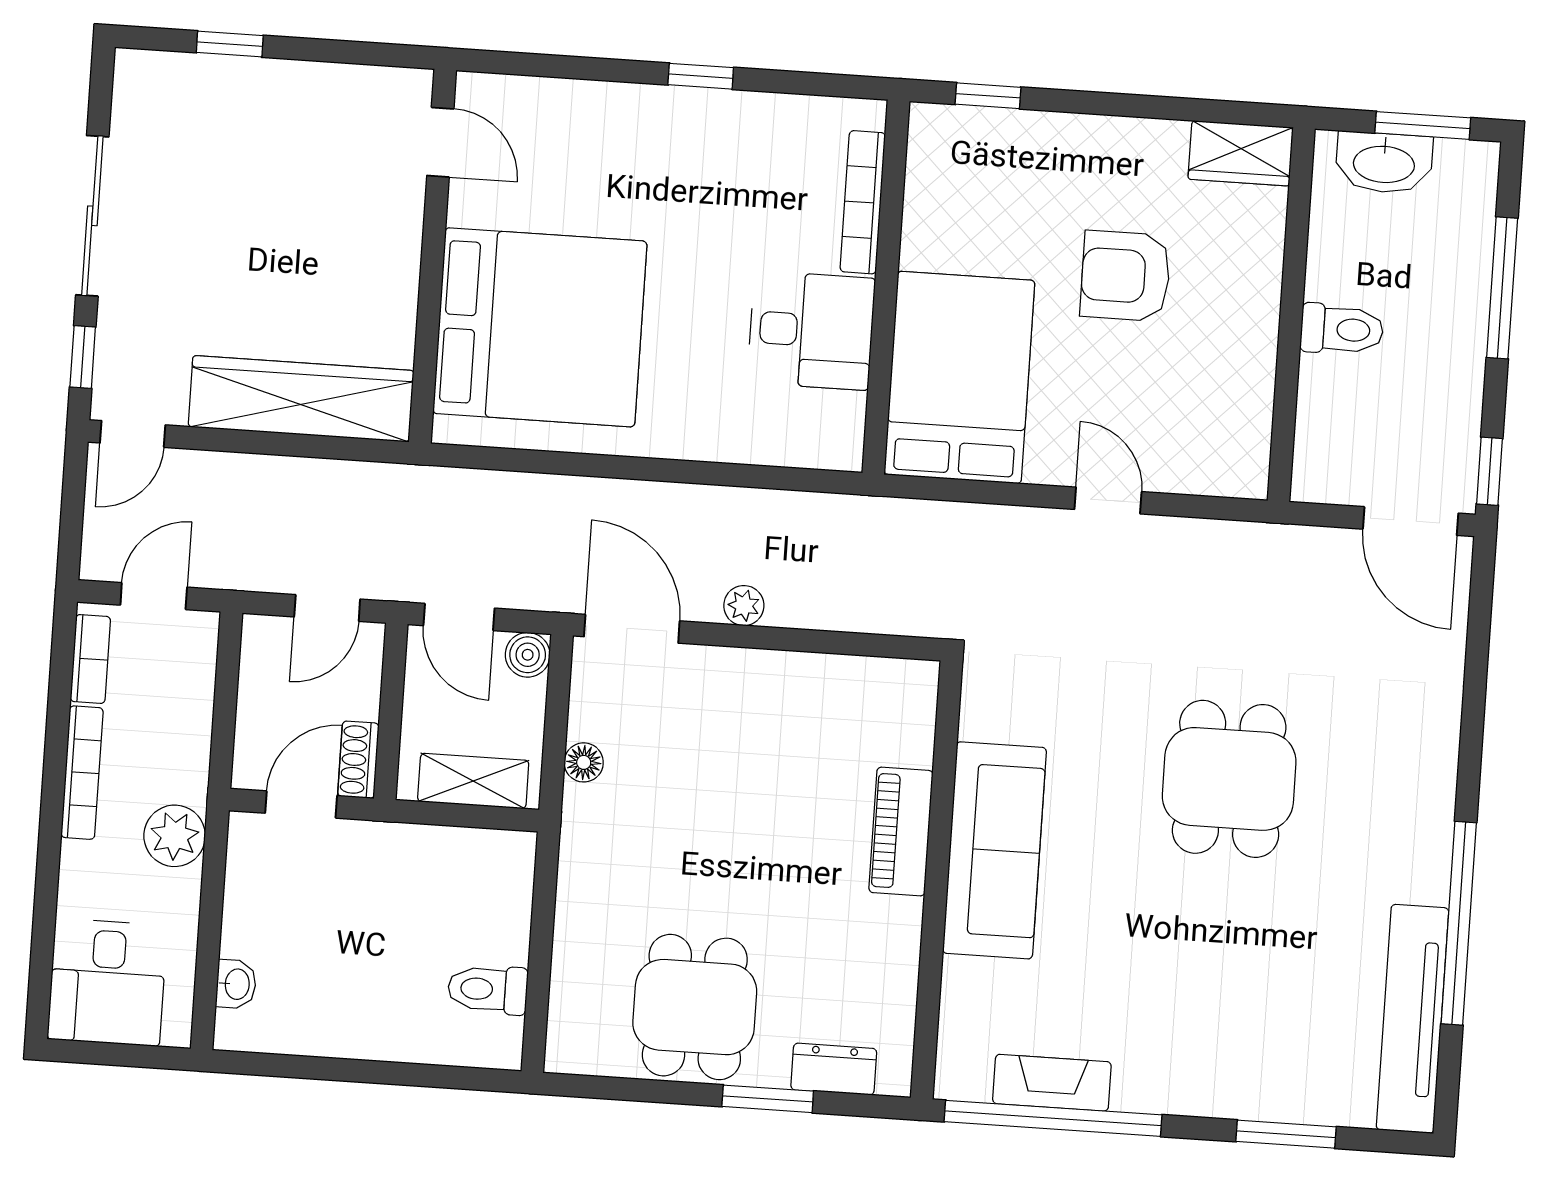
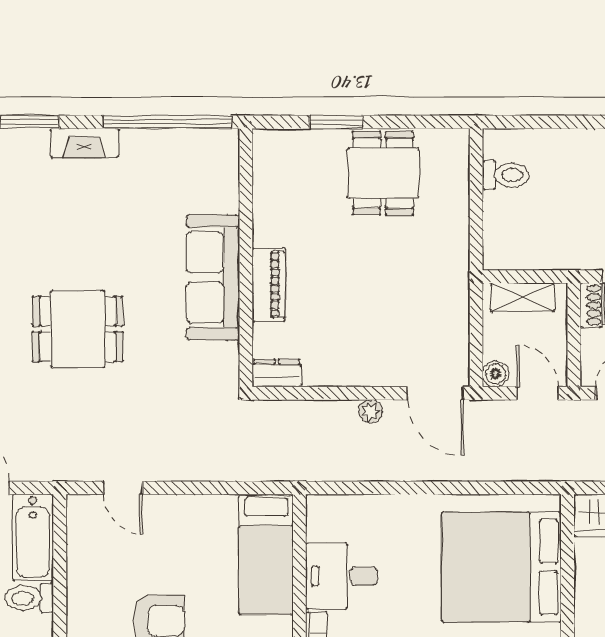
bed: (959, 377) -> (266, 554), width x0.67
bathtub: (1329, 431) -> (33, 538), added
door: (1108, 500) -> (123, 488), moved
floor lamp: (584, 762) -> (458, 313), removed
dining table: (1229, 779) -> (78, 329), turned 90
dresser: (834, 1069) -> (277, 373), moved, turned 180
fireplace: (1052, 1083) -> (84, 143), moved

